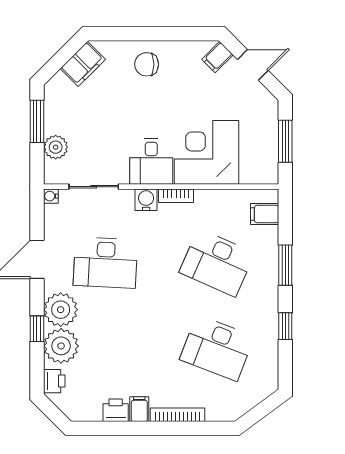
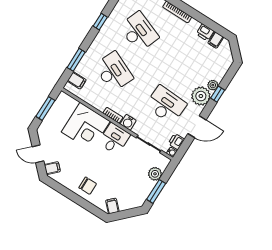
filing cabinet: (83, 64) -> (112, 206), width x0.50
window: (285, 265) -> (76, 60), moved
plant: (61, 346) -> (213, 85), width x0.53, depth x0.53
printer: (54, 381) -> (176, 142), moved
filing cabinet: (139, 409) -> (216, 40), moved

